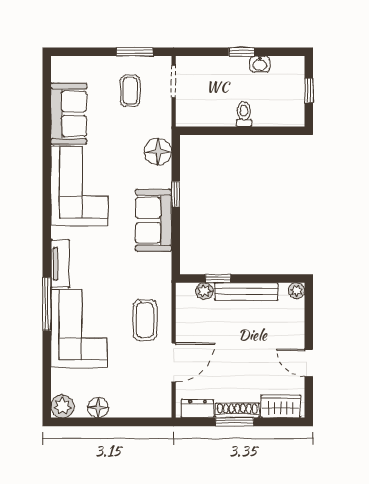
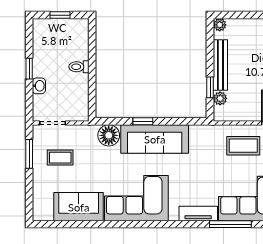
washbasin: (260, 64) -> (39, 86), moved
sofa: (153, 220) -> (155, 139), width x1.36

